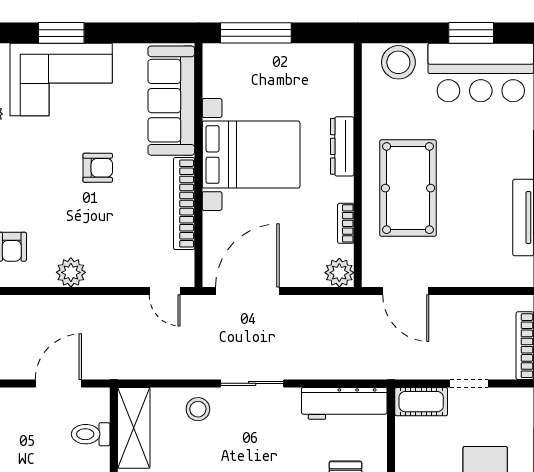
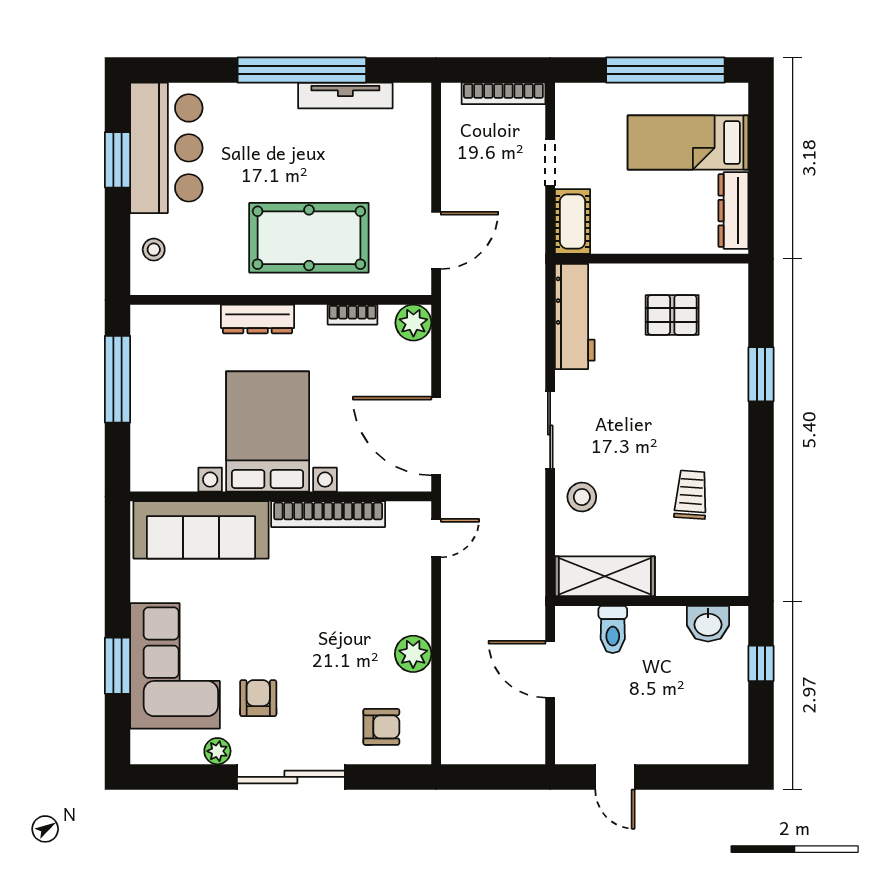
window: (256, 33) -> (117, 379), moved
stool: (398, 62) -> (154, 250), width x0.53, depth x0.53
armchair: (98, 168) -> (258, 698), moved

